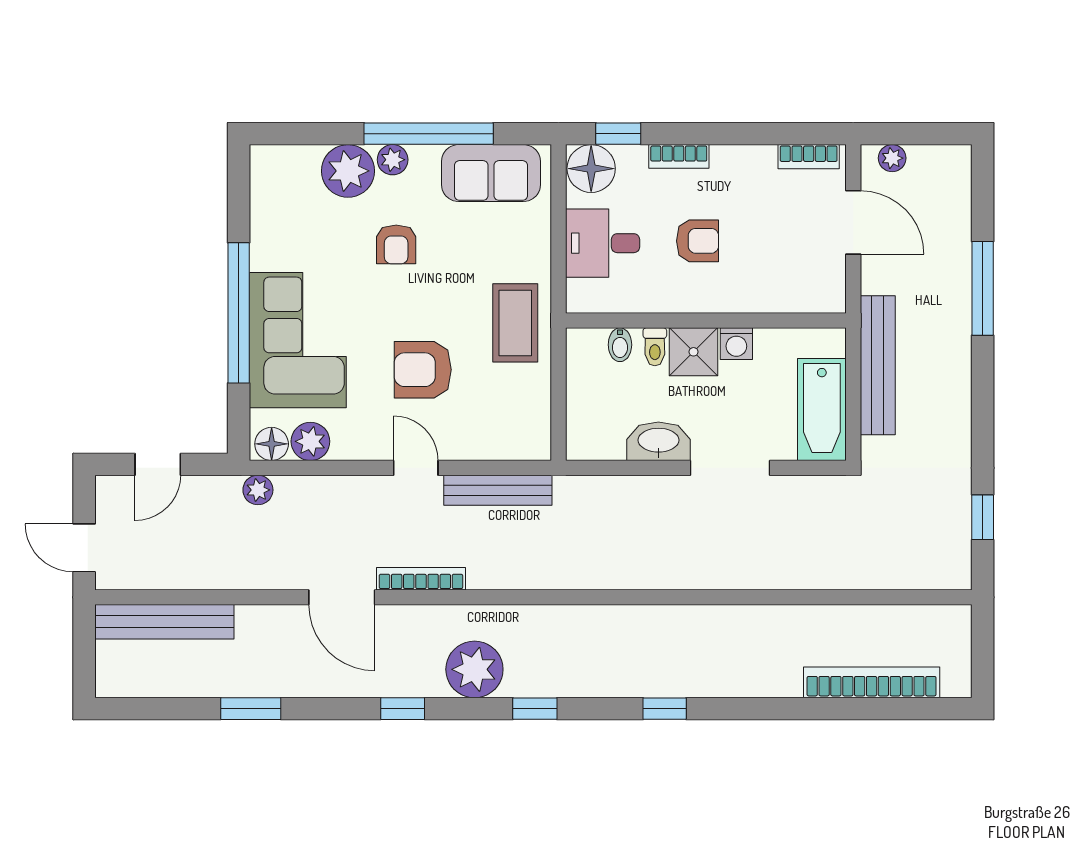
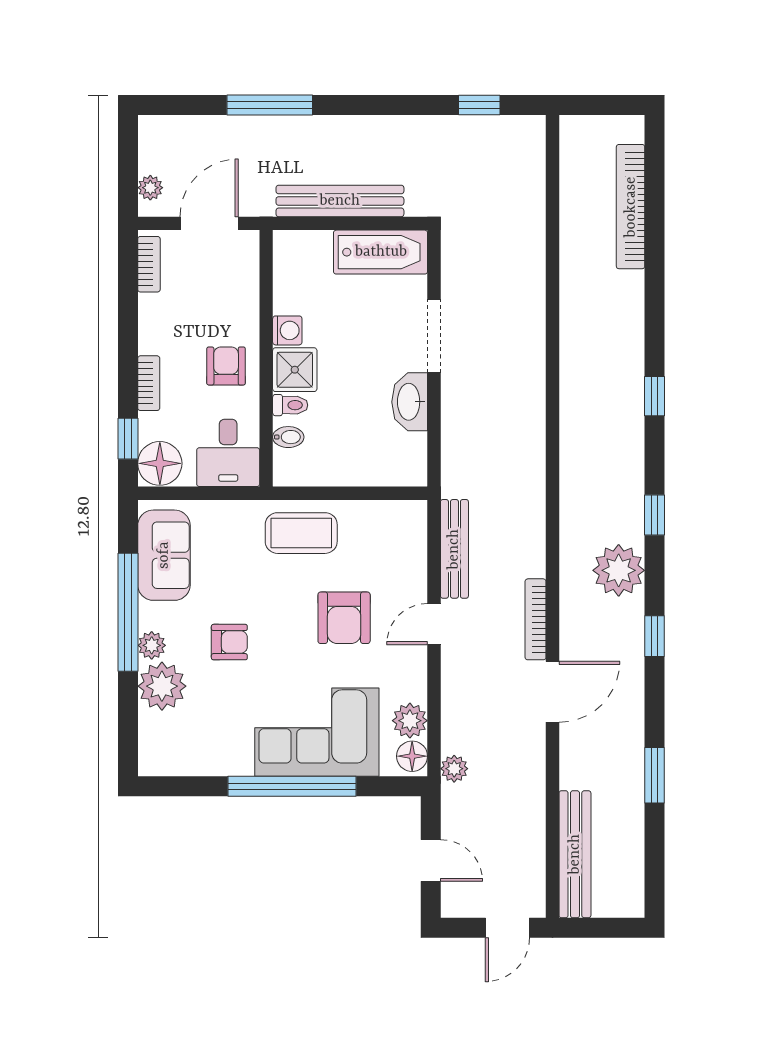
wall: (706, 321) -> (266, 358), moved
washing machine: (736, 344) -> (287, 330), moved
bidet: (620, 345) -> (288, 437), moved
toilet: (655, 347) -> (290, 405), moved
shower: (694, 352) -> (295, 370), moved

